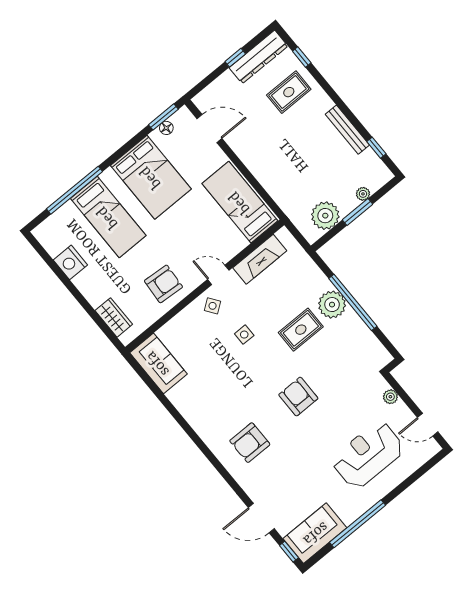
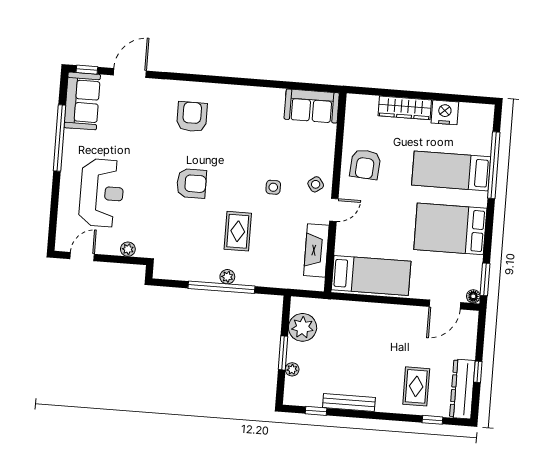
floor lamp: (166, 128) -> (473, 296), moved
plant: (332, 305) -> (227, 277), width x0.53, depth x0.53
wardrobe: (114, 317) -> (405, 108), moved, width x1.50

